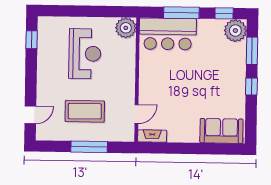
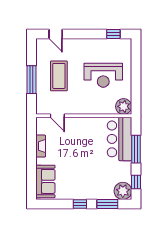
fireplace: (152, 136) -> (41, 146), moved

